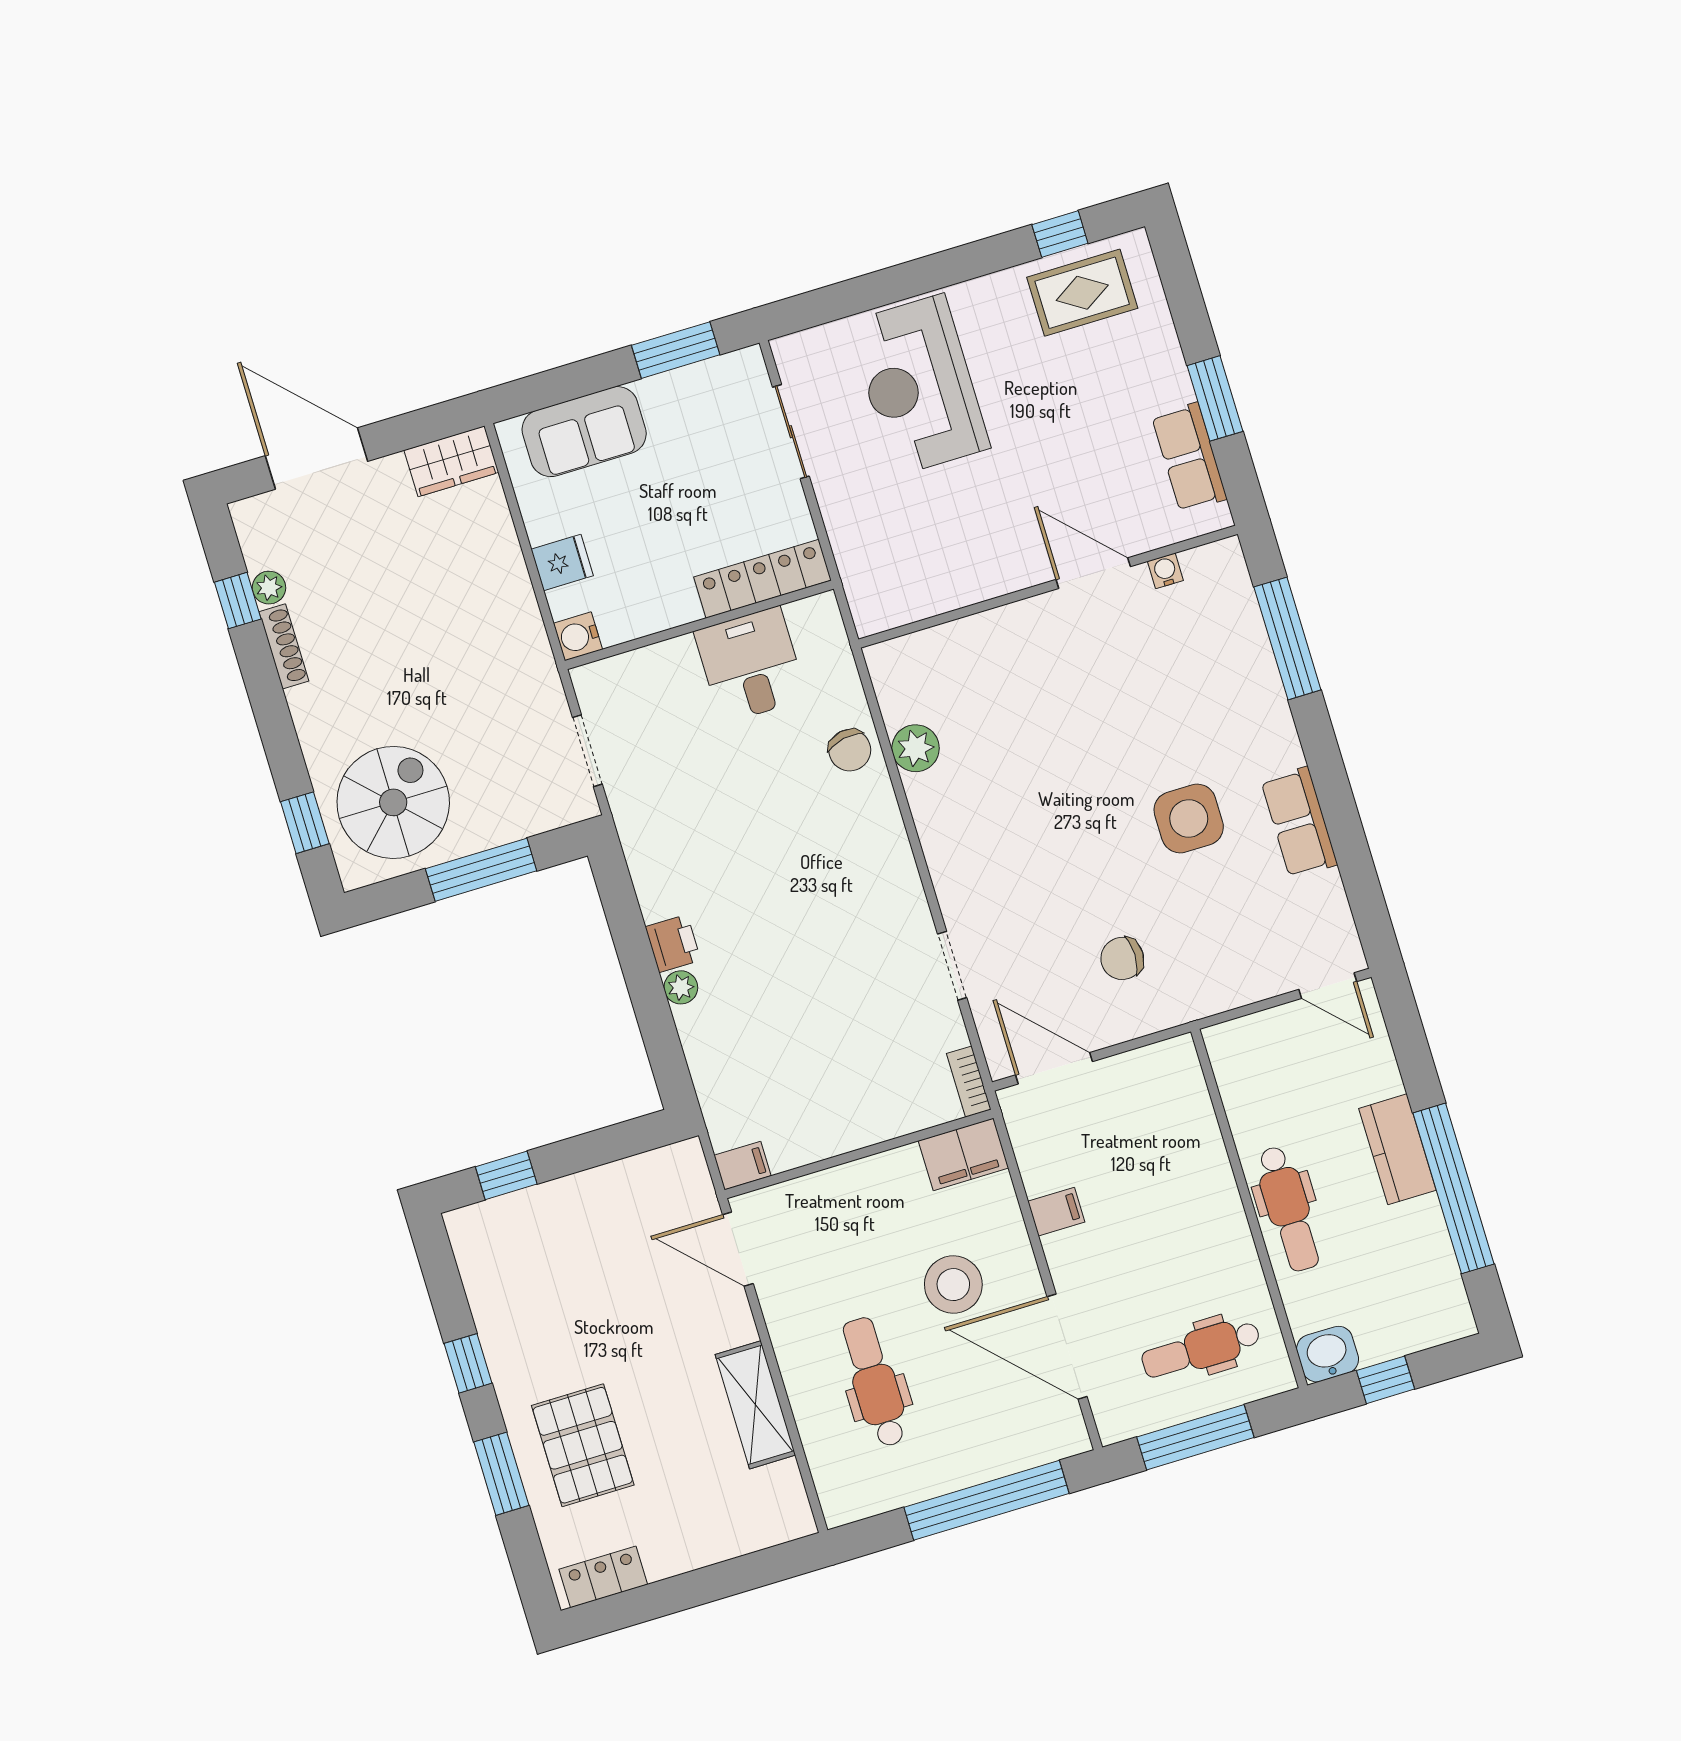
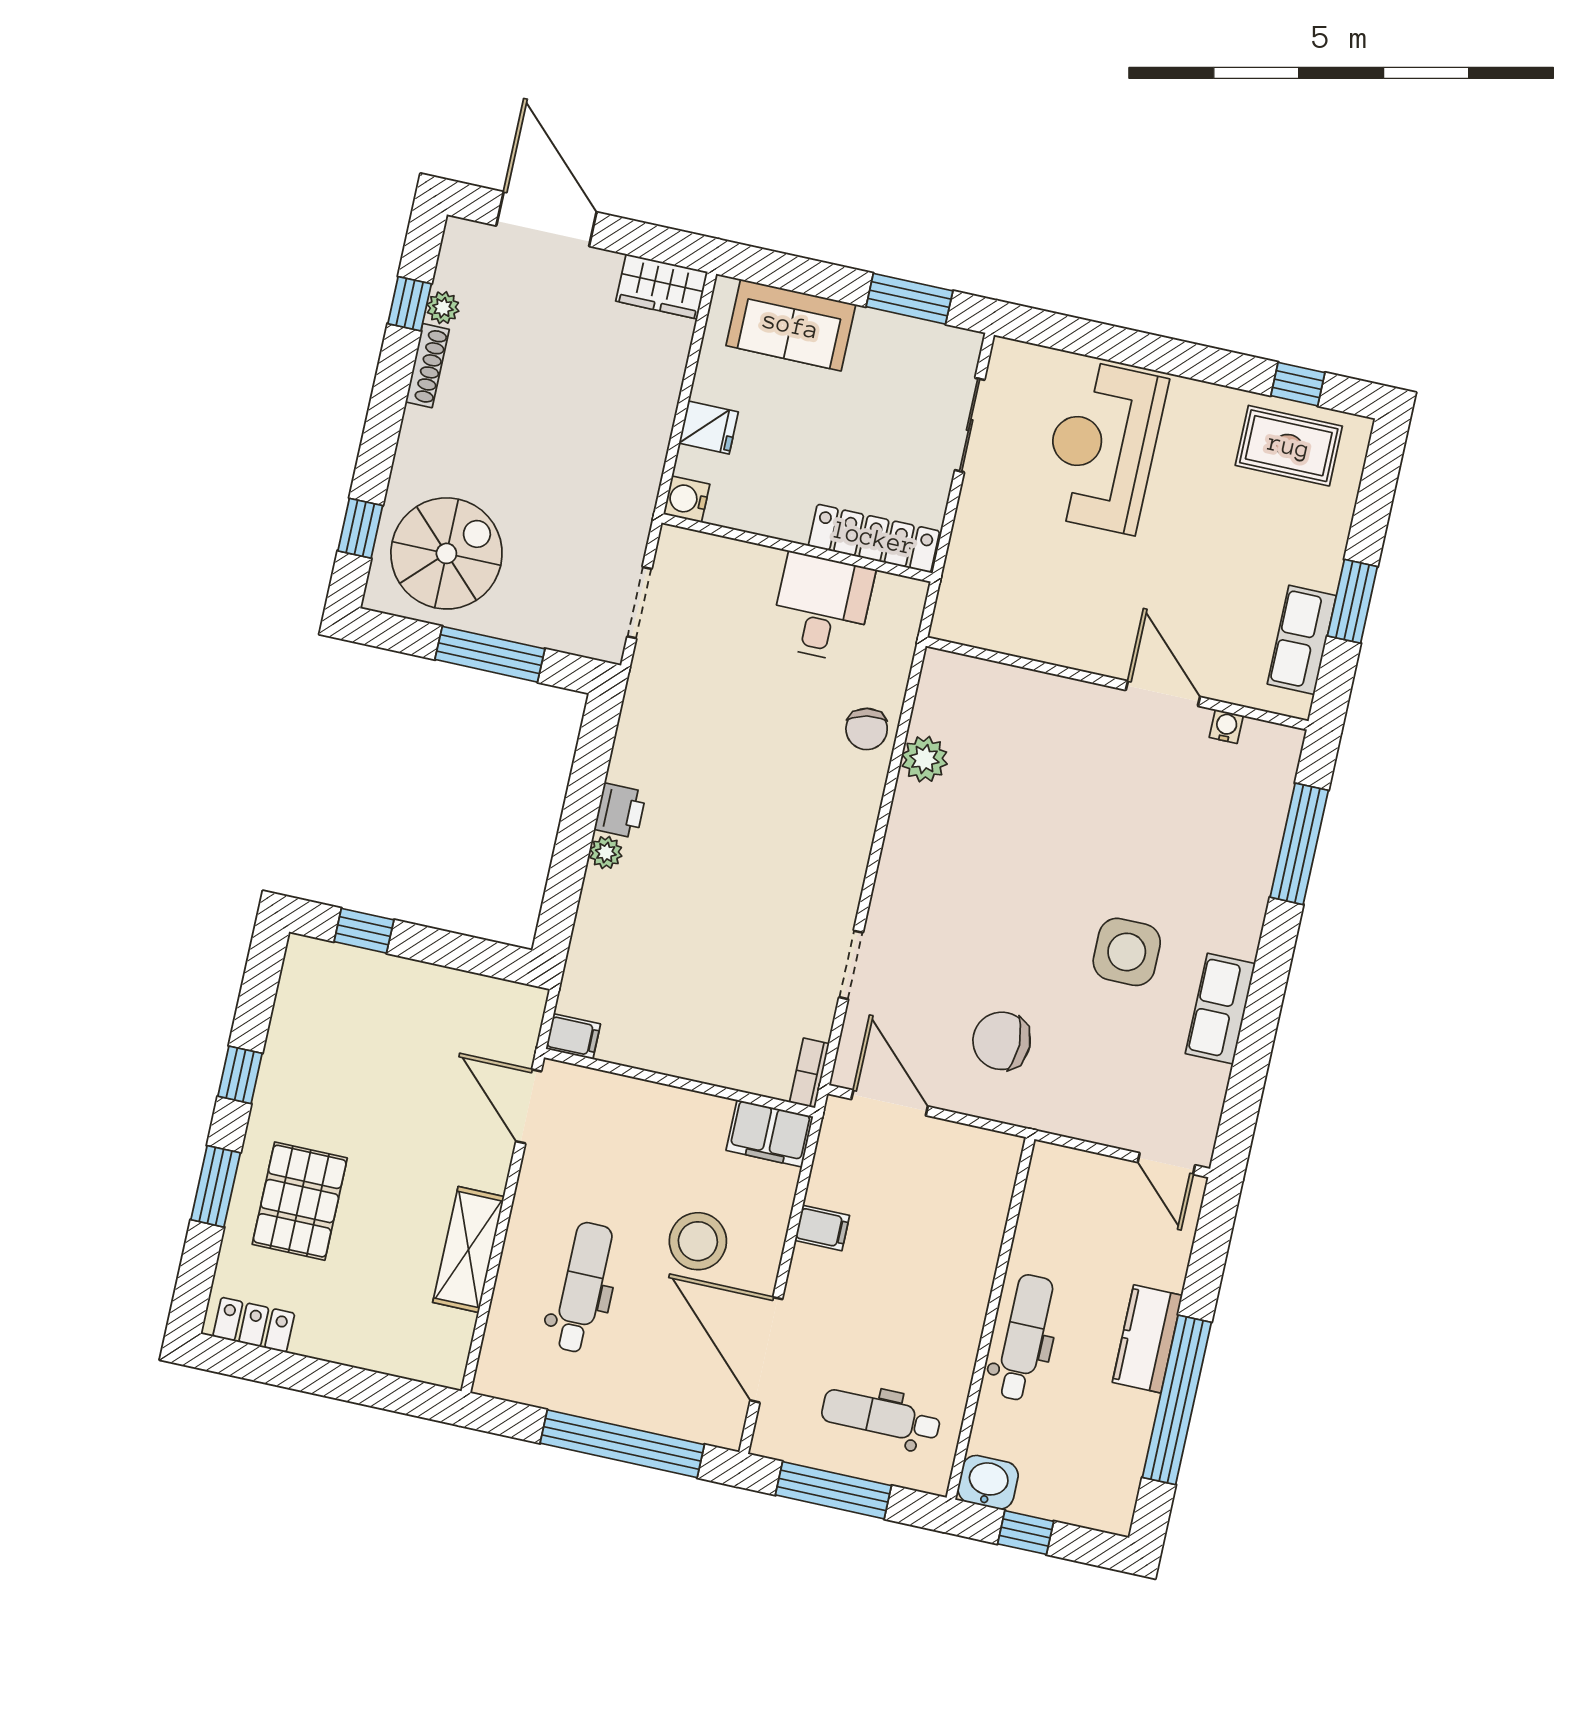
chair: (1122, 958) -> (1002, 1041), width x1.37, depth x1.37
dental chair: (1288, 1209) -> (1024, 1338), turned 180

